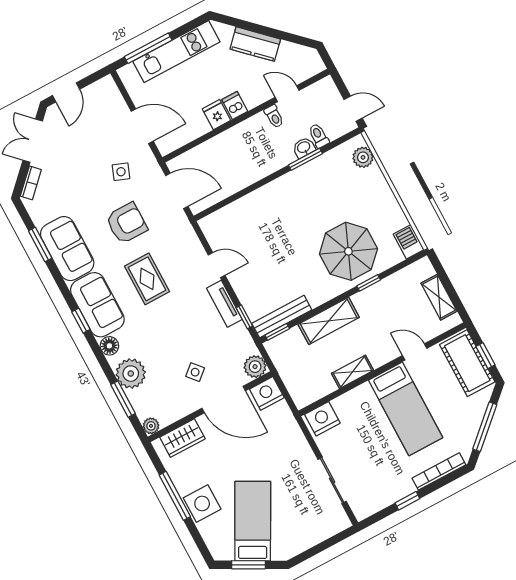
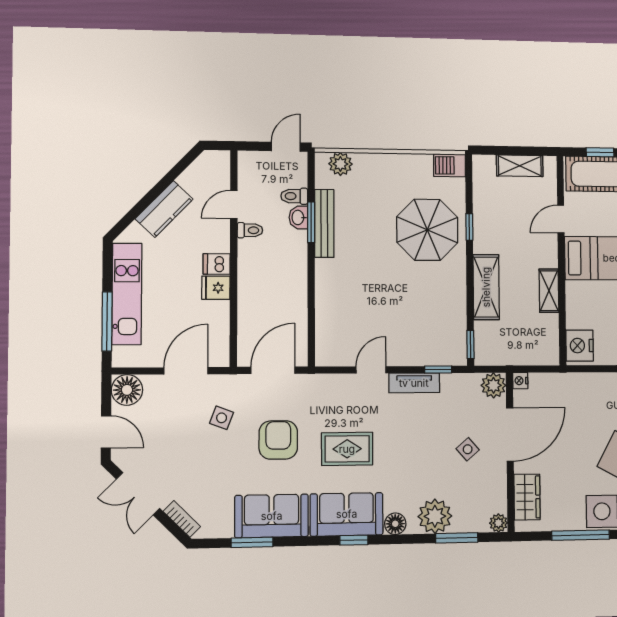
floor lamp: (105, 91) -> (127, 390), added
bench: (282, 317) -> (324, 223), moved
nightstand: (267, 393) -> (520, 381), width x0.53, depth x0.56

